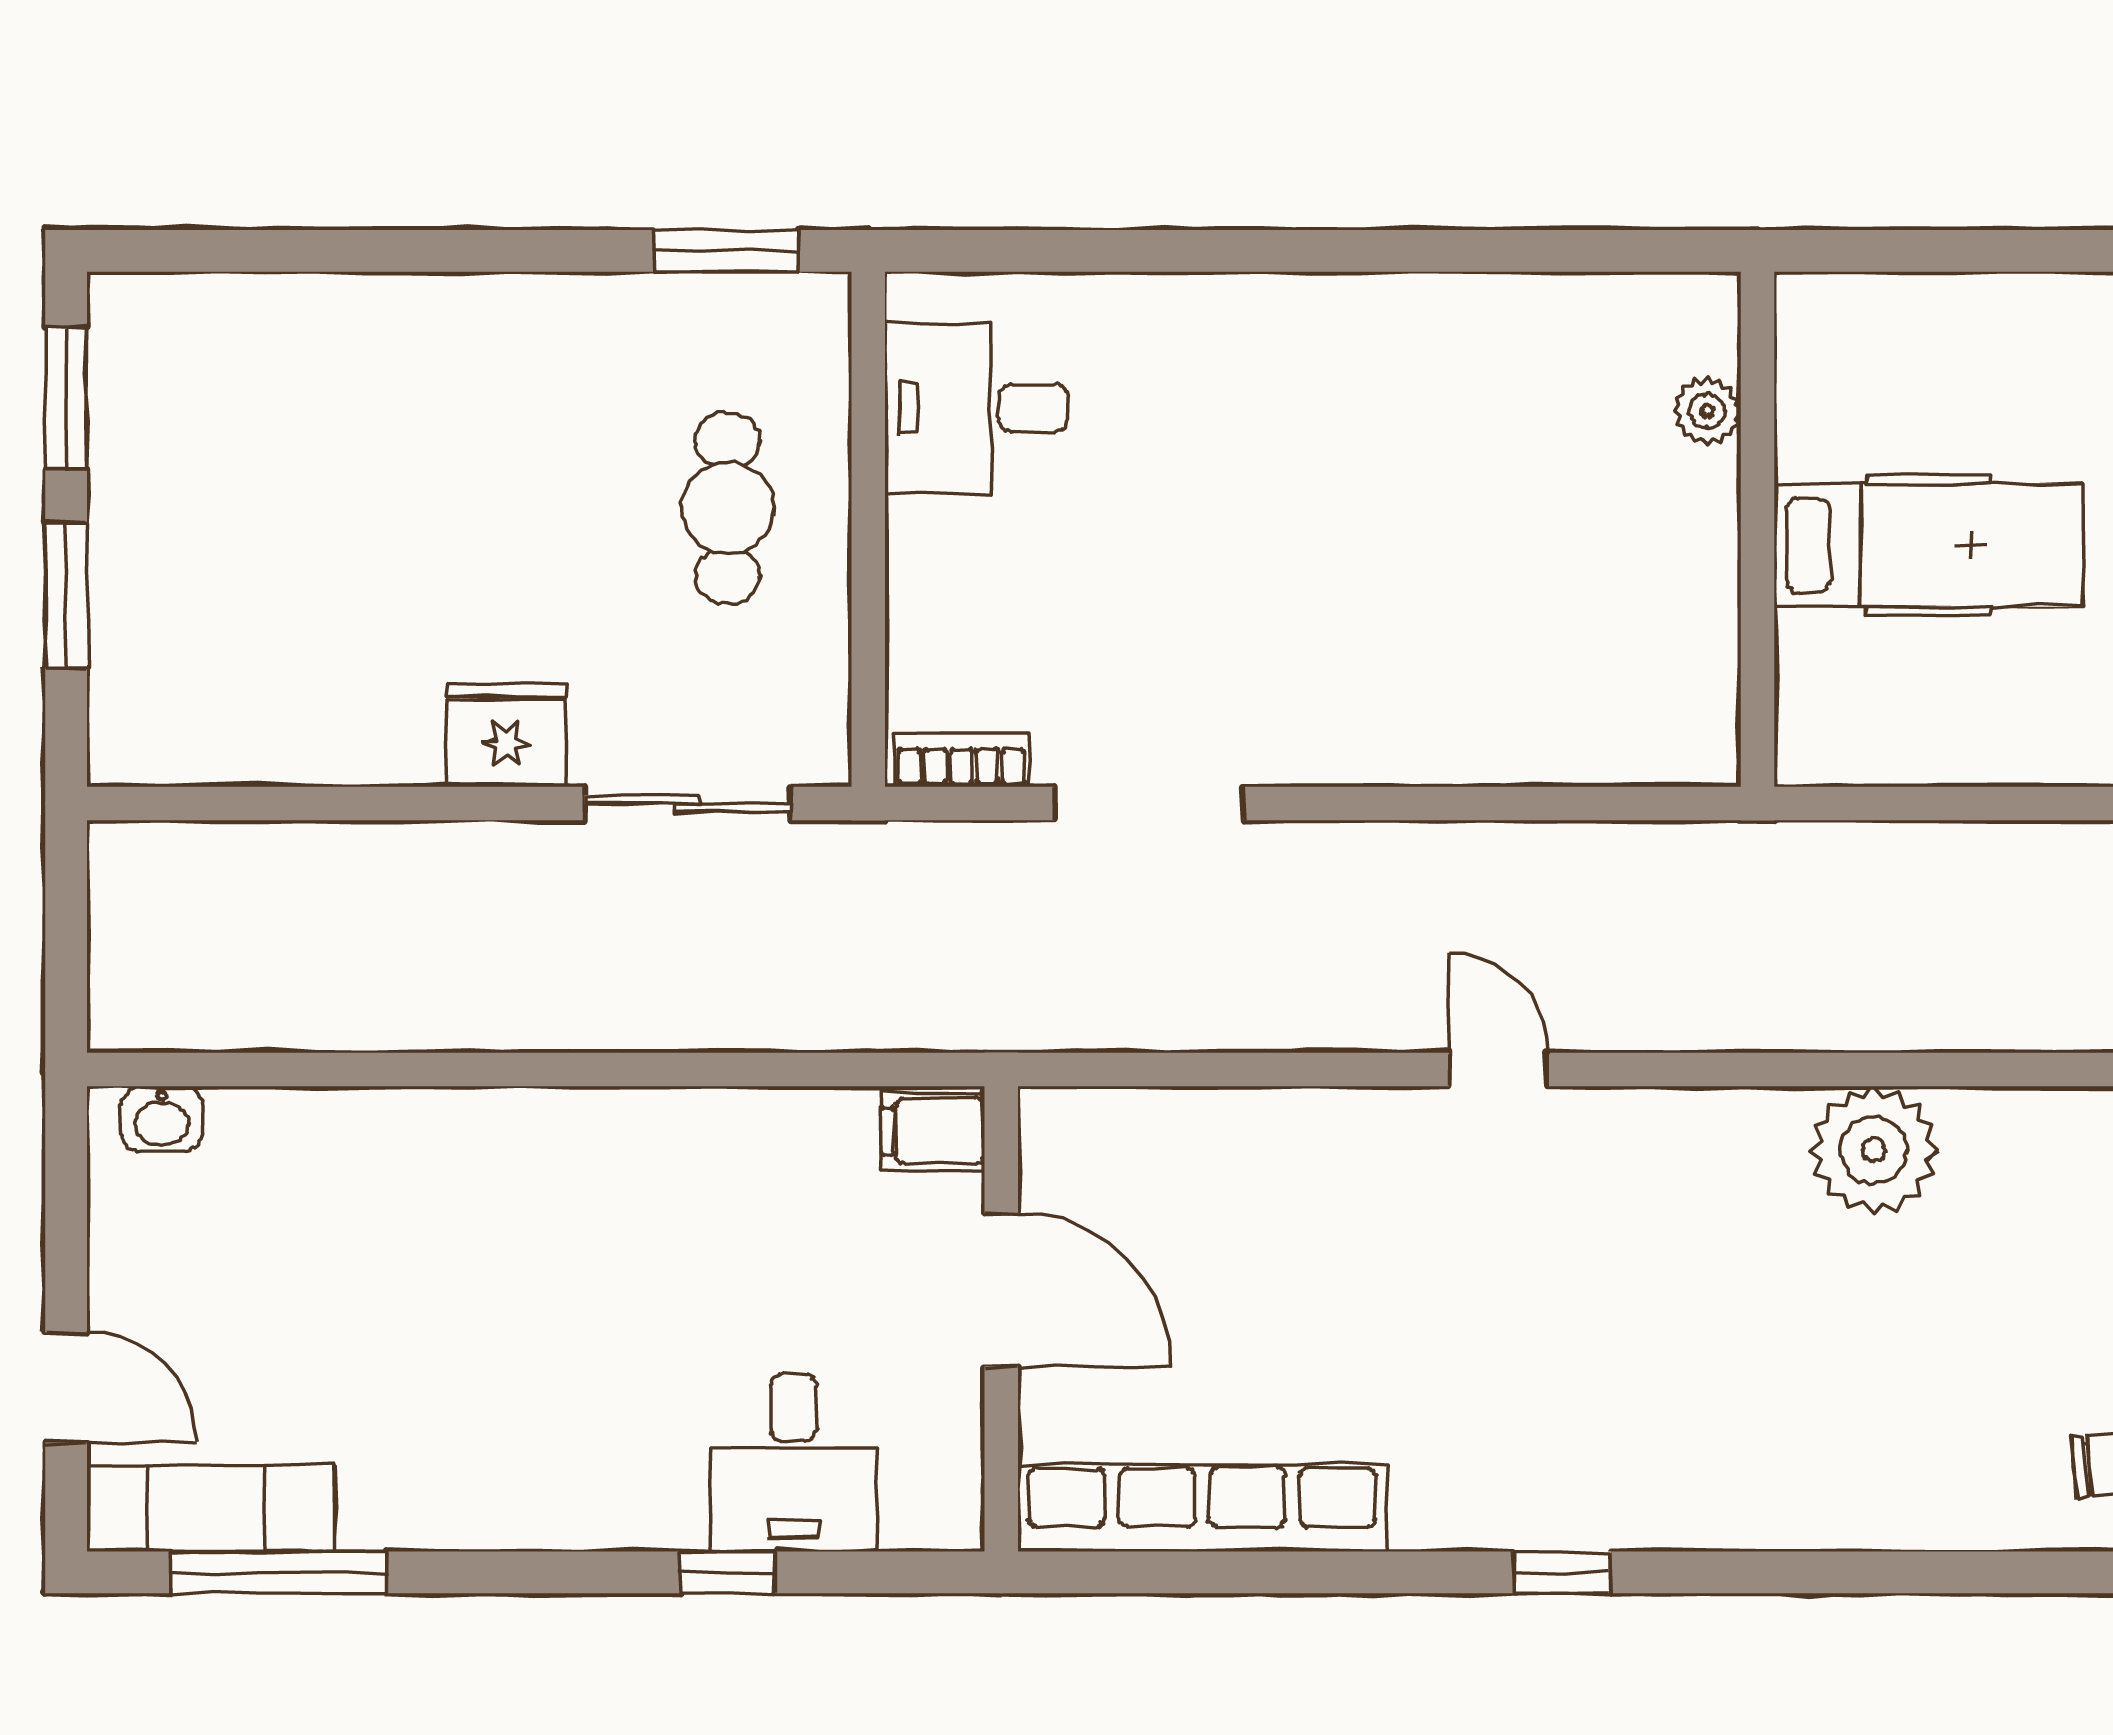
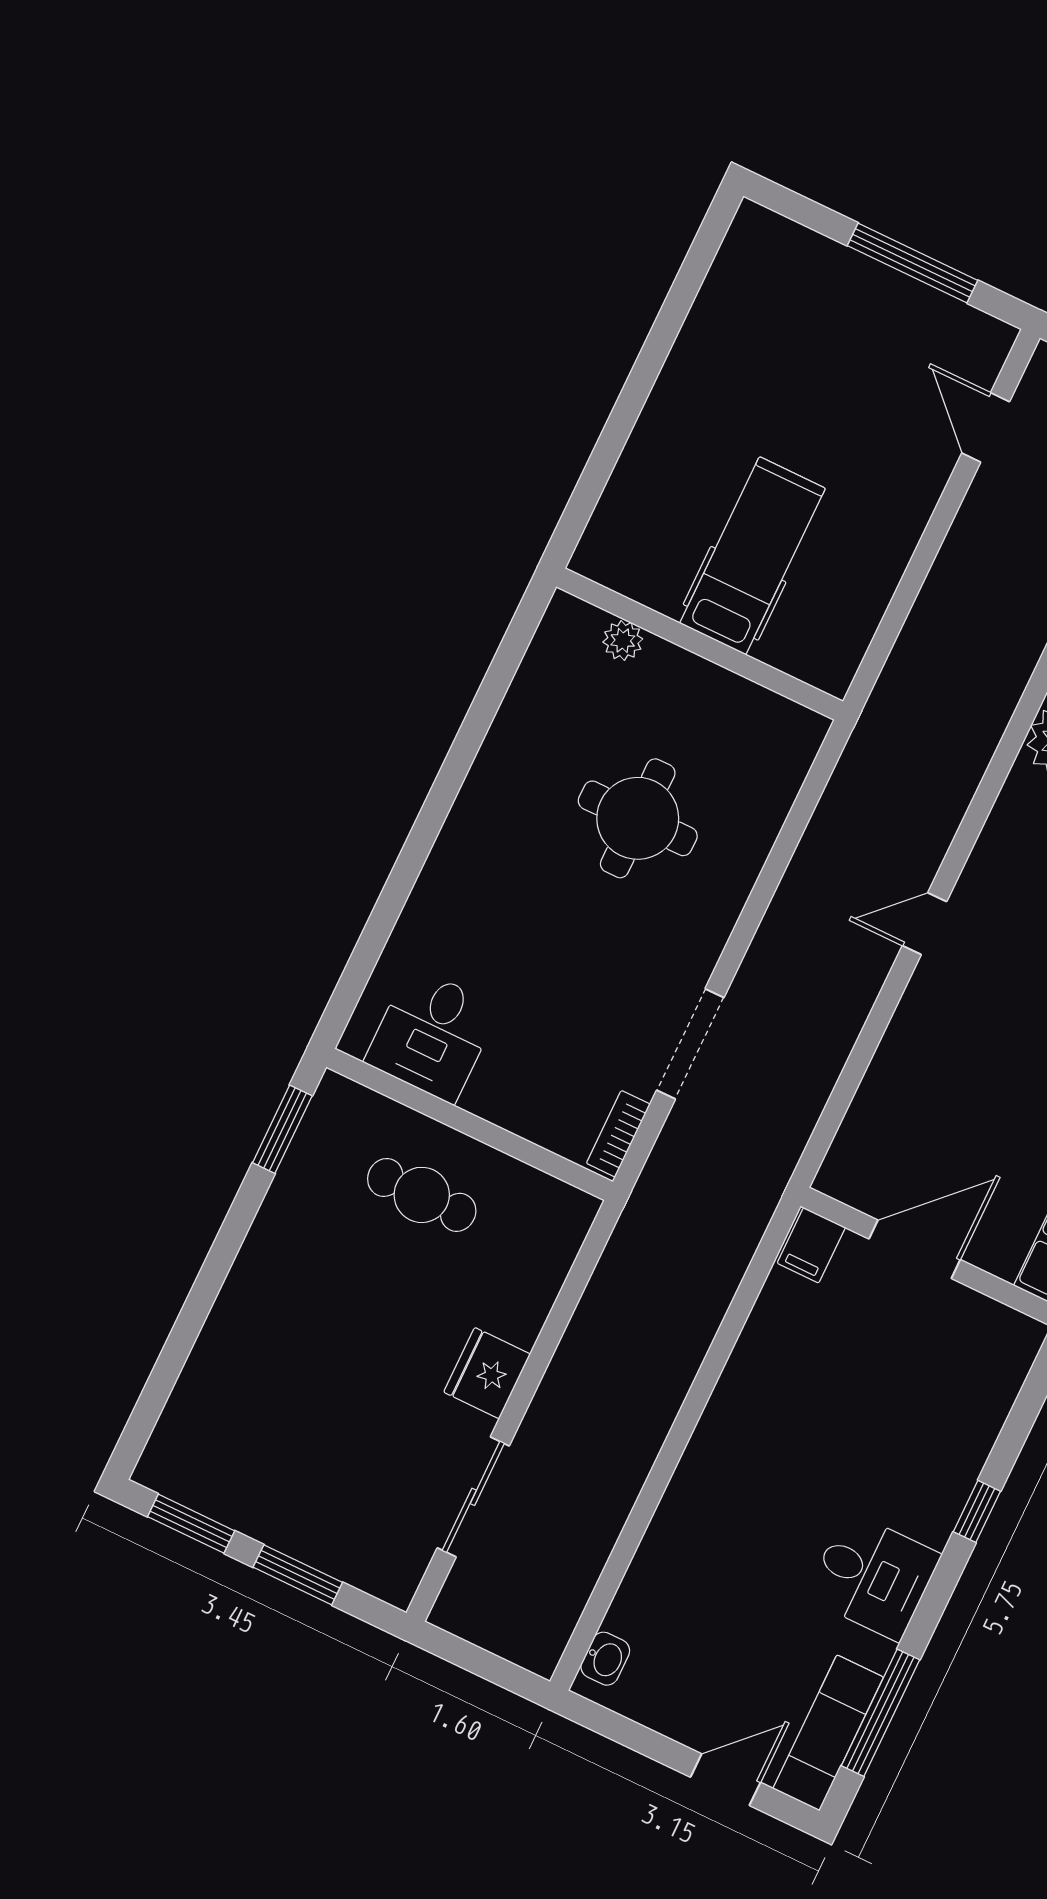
round table: (1450, 562) -> (638, 818), added
sliding door: (688, 804) -> (473, 1497), moved
desk: (794, 1463) -> (873, 1576), moved
window: (728, 1572) -> (977, 1511), moved

